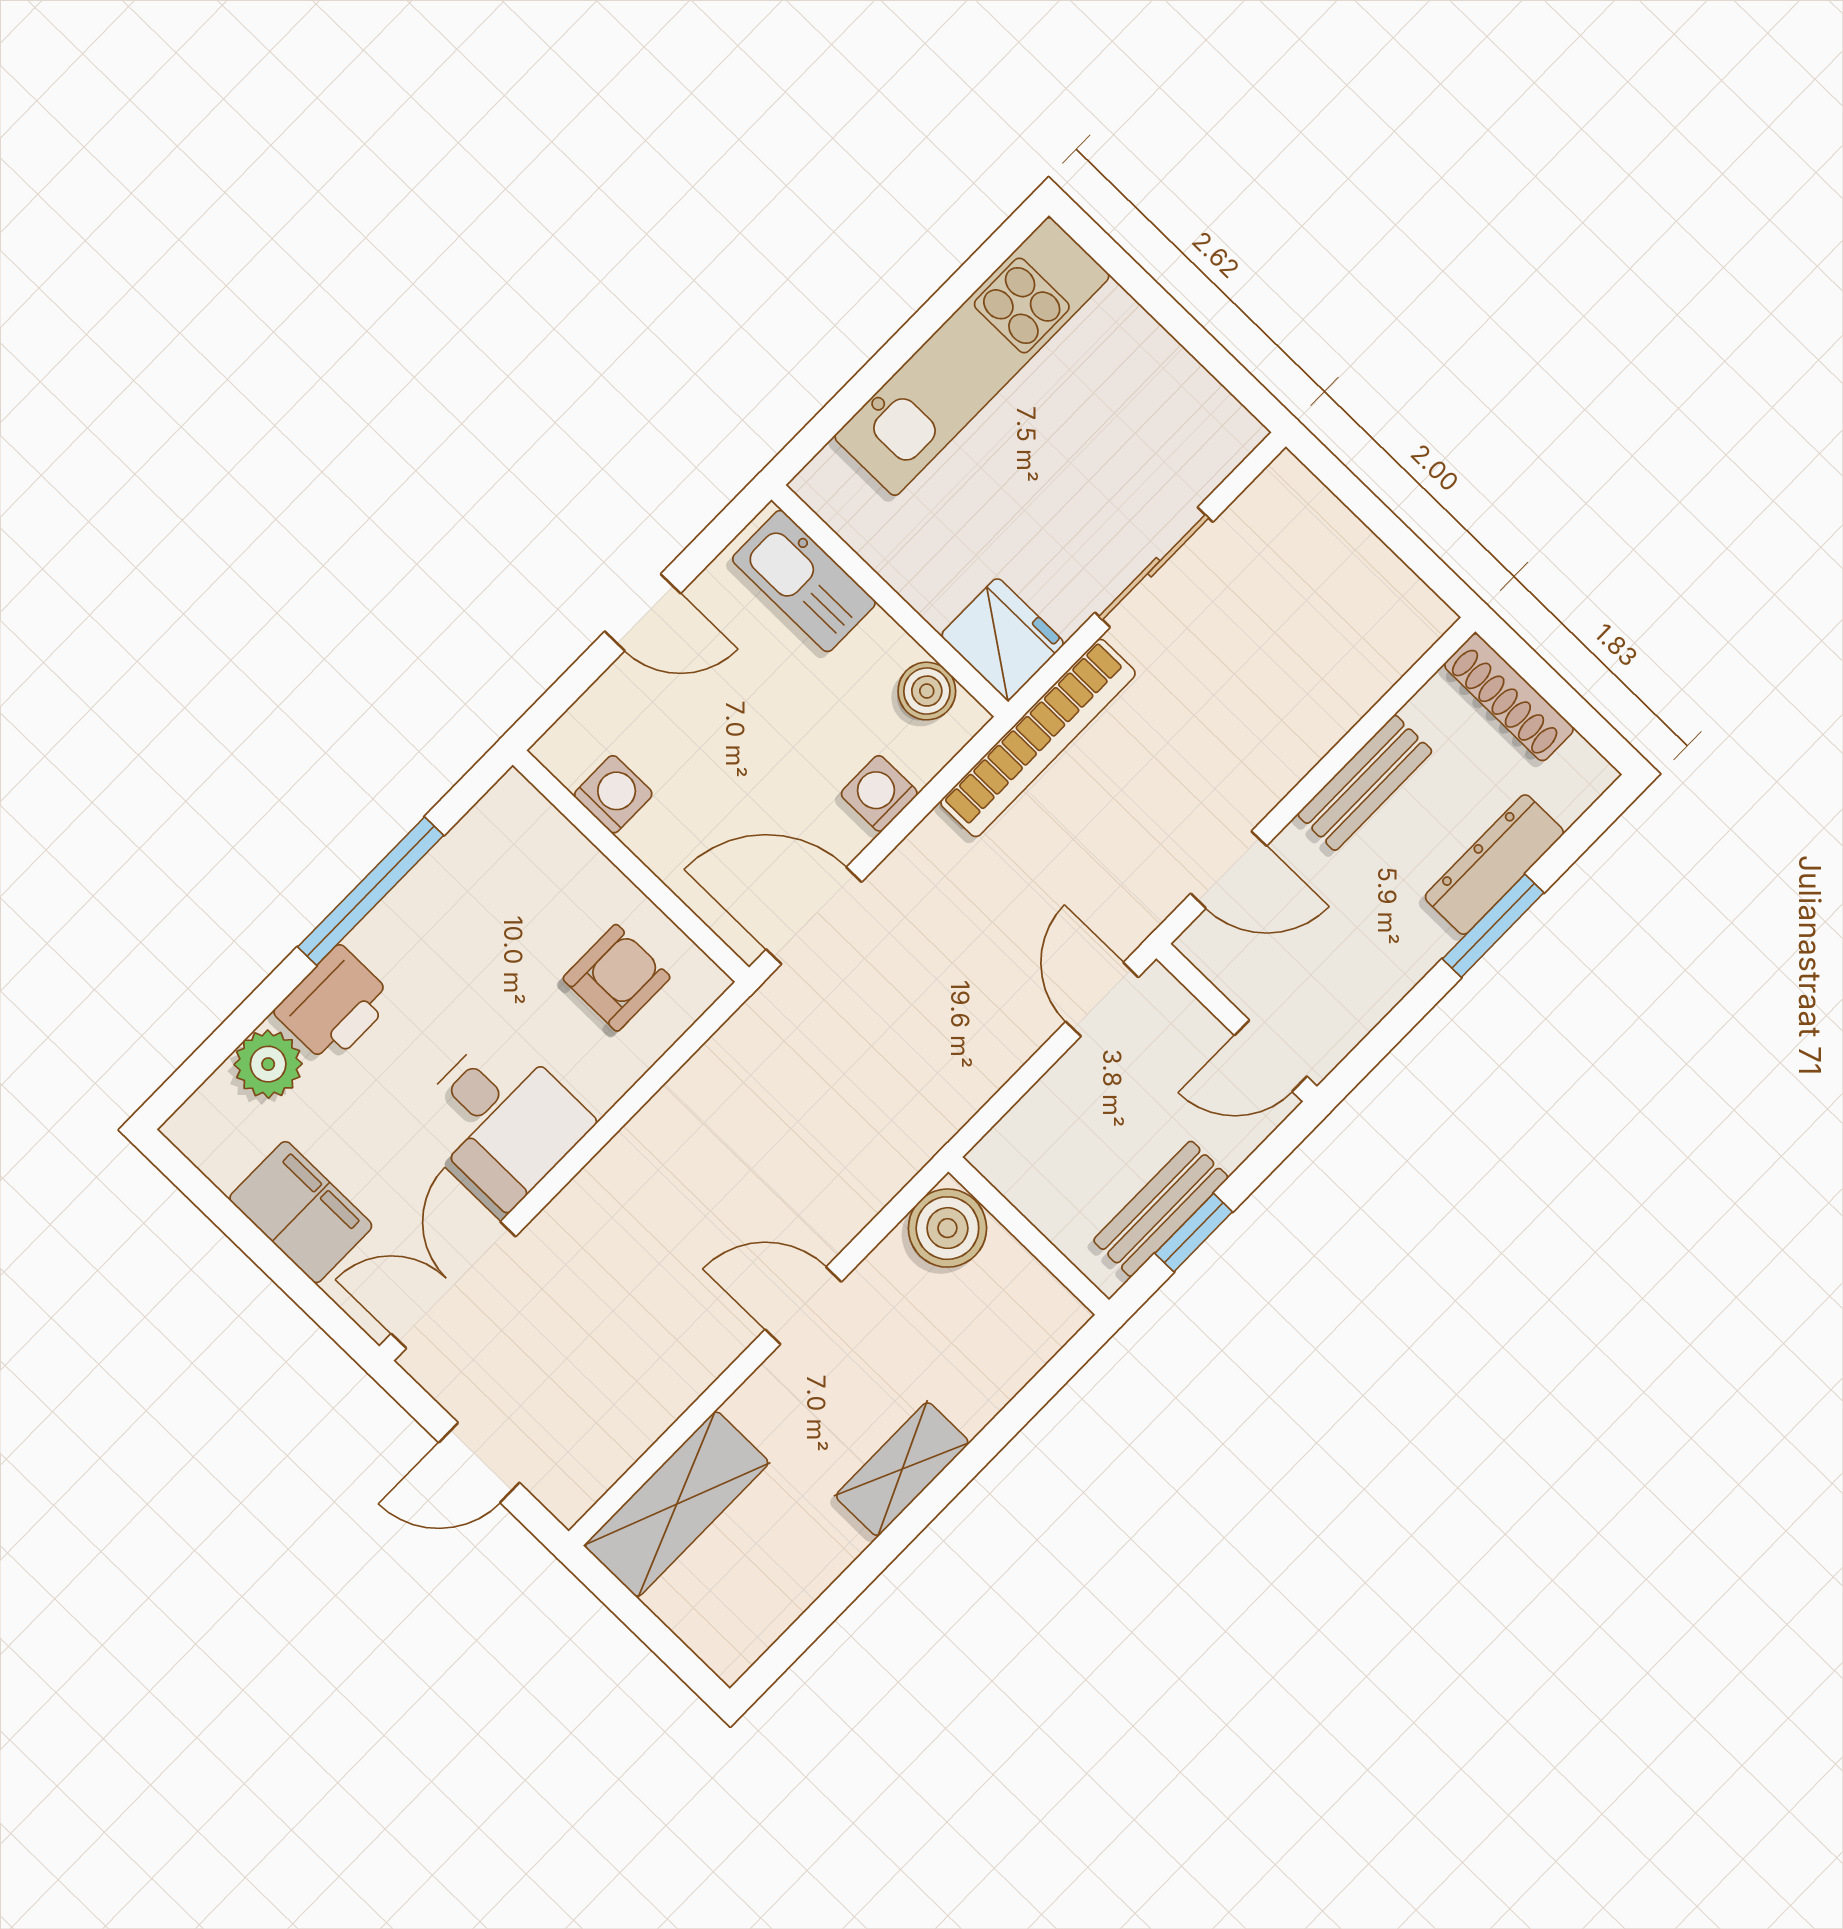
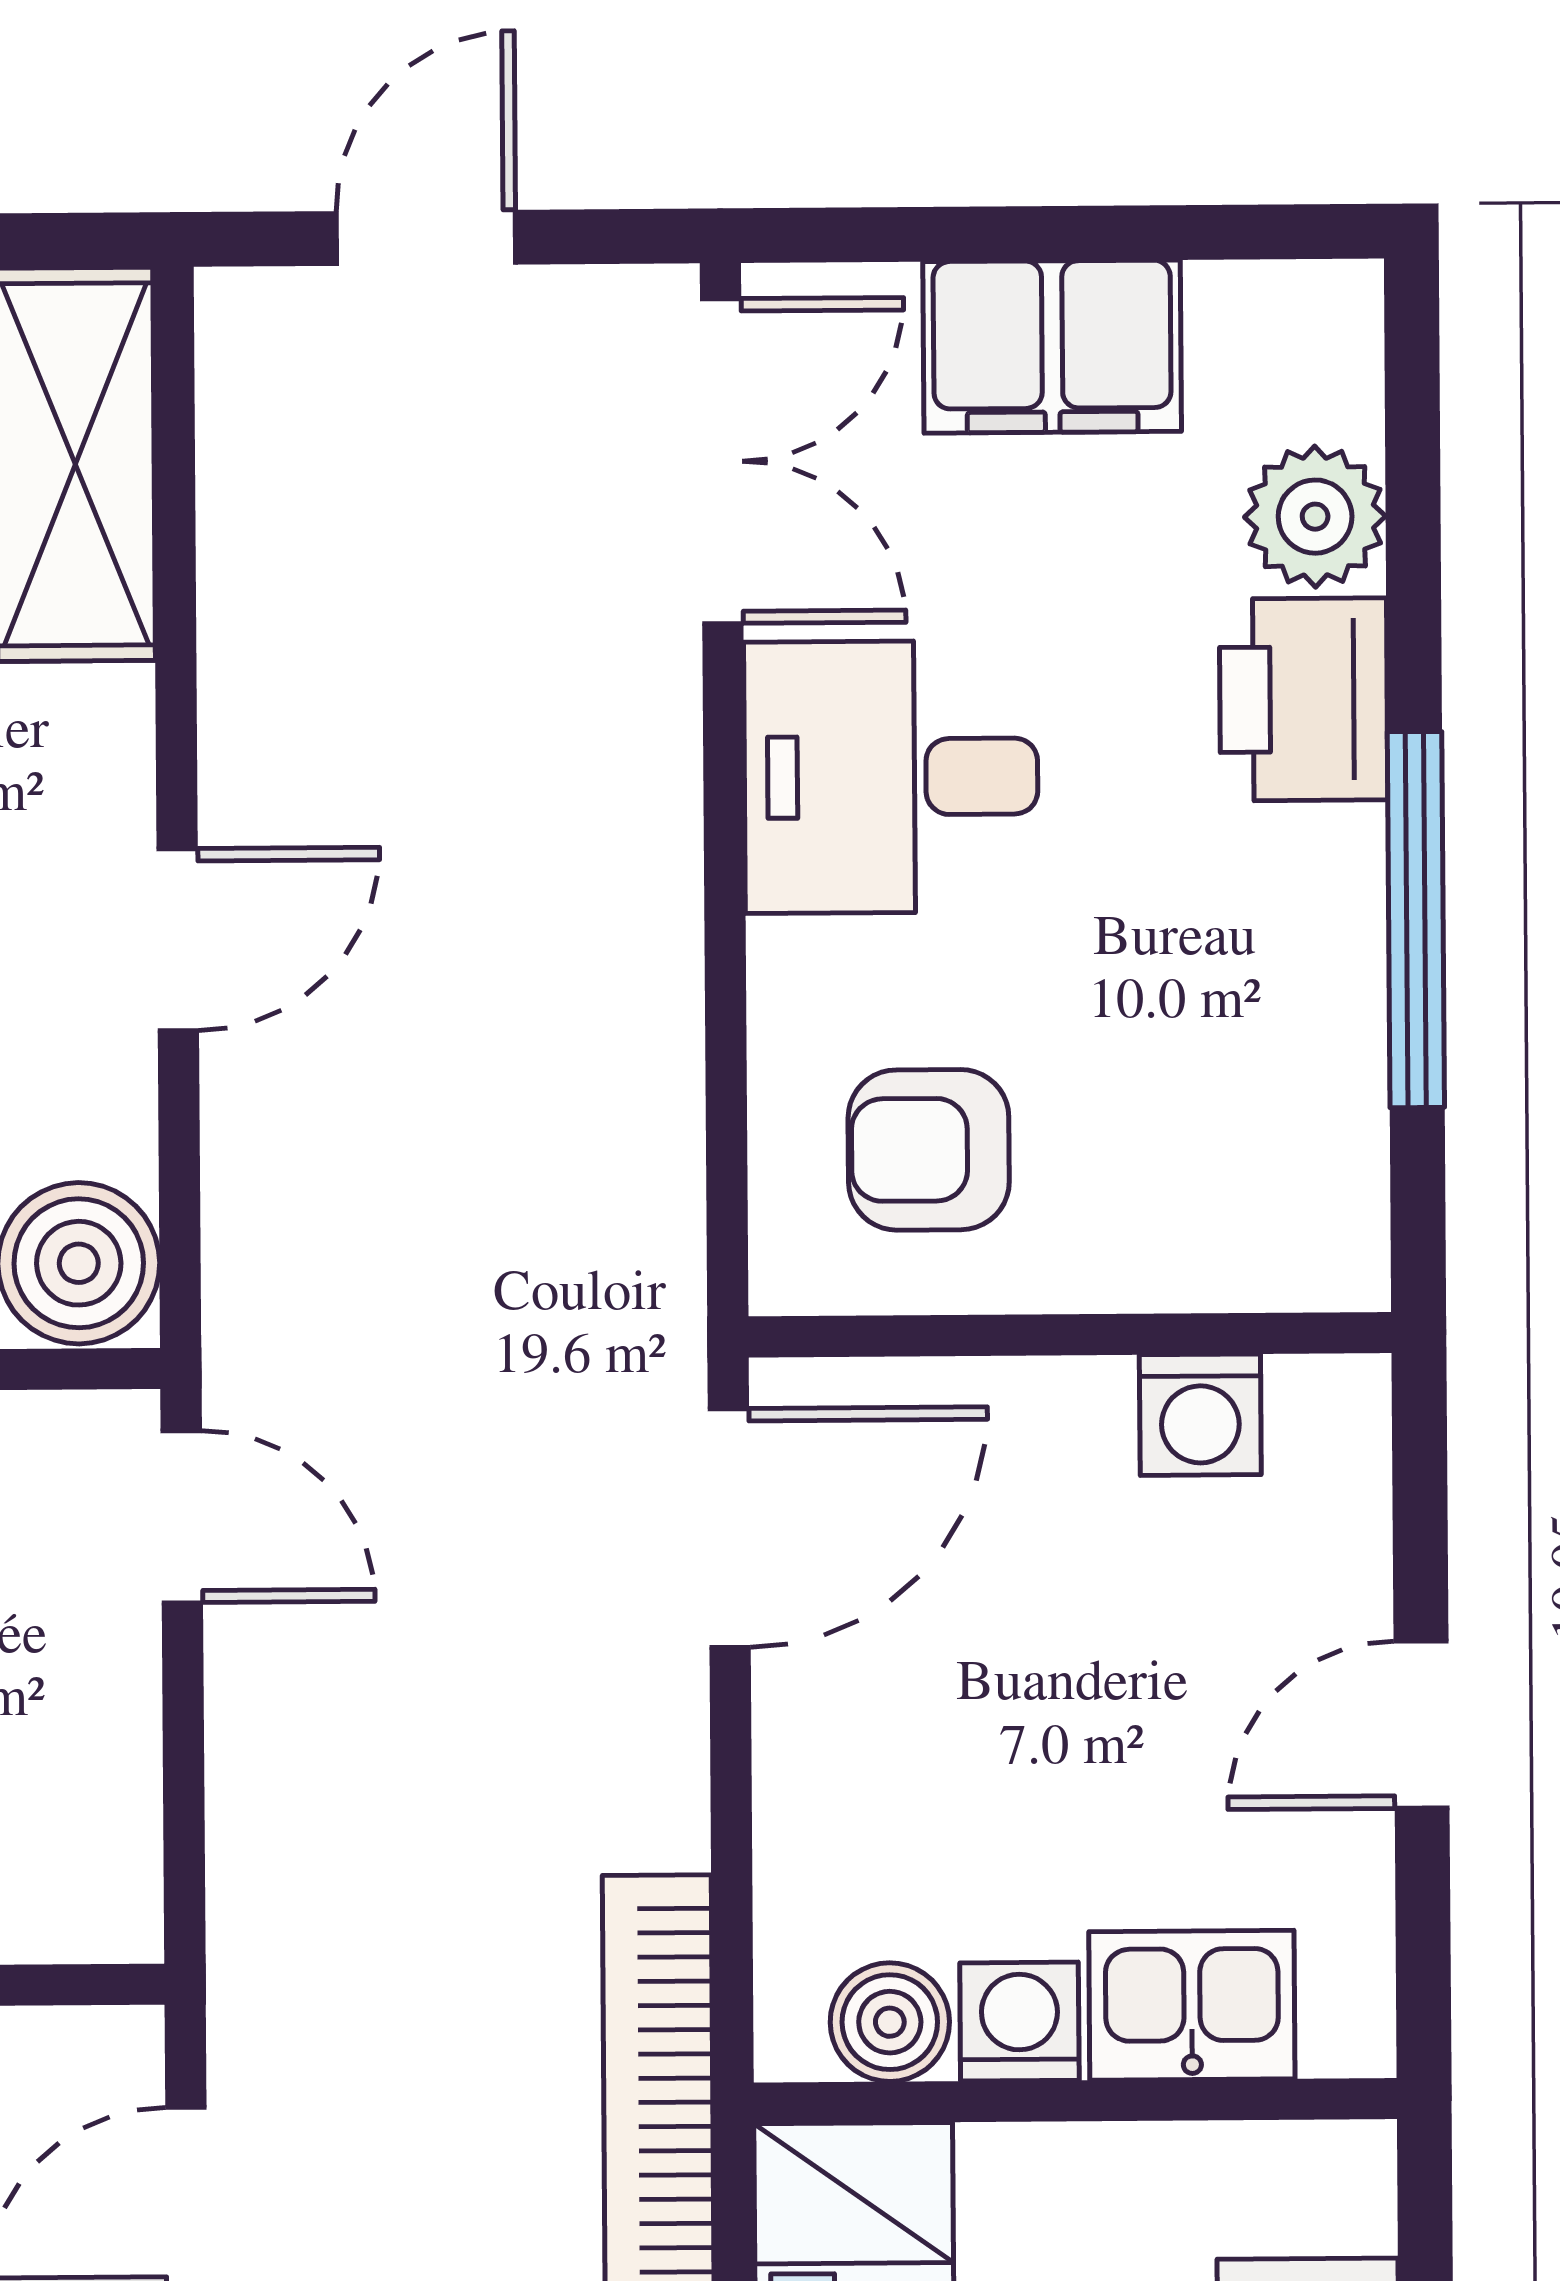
kitchen sink: (804, 581) -> (1192, 2005), width x0.73
washing machine: (879, 793) -> (1019, 2022), moved, turned -90
armchair: (617, 978) -> (929, 1150), turned 90
door: (1102, 999) -> (182, 1517), moved

